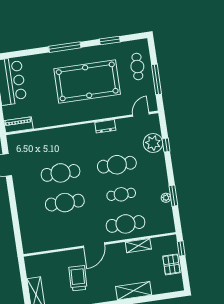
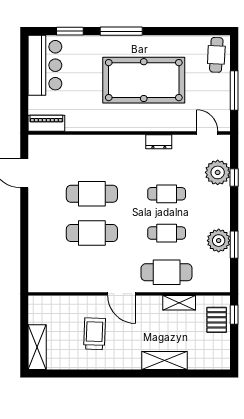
window: (110, 40) -> (70, 31), moved
cafe table: (137, 67) -> (216, 55), moved
door: (141, 114) -> (207, 133), hinge flipped
cafe table: (117, 165) -> (167, 194), width x0.73, depth x0.74
plant: (166, 198) -> (219, 241), width x1.88, depth x1.88
door: (94, 245) -> (122, 294), hinge flipped
pallet: (171, 264) -> (217, 320), moved

